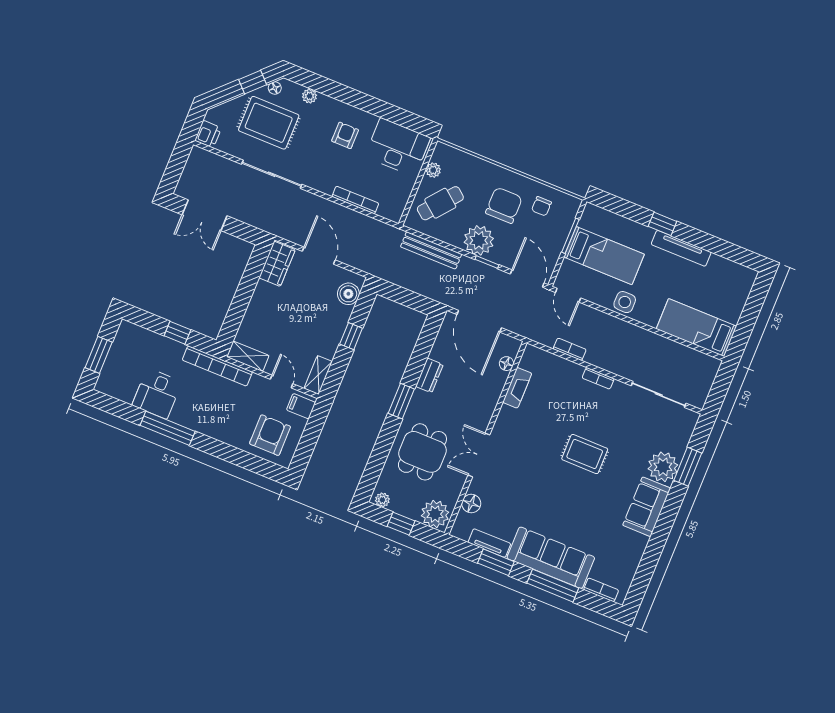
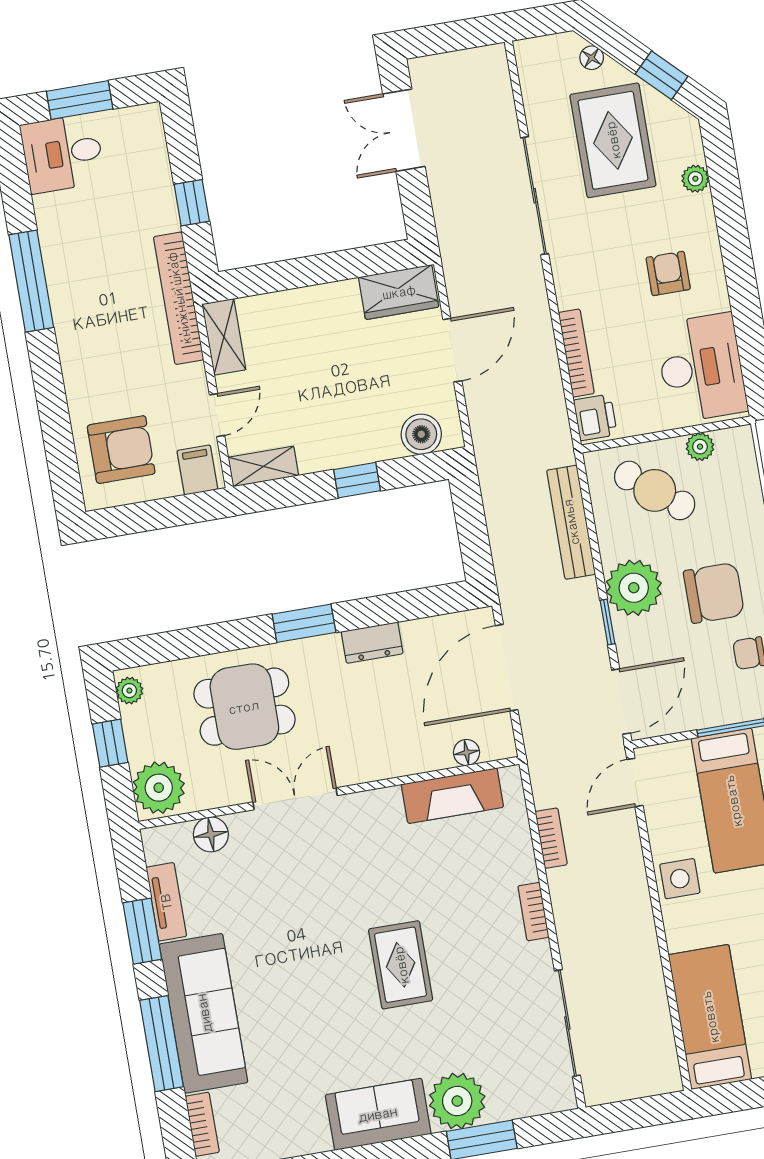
floor lamp: (275, 88) -> (592, 58), moved
printer: (208, 134) -> (595, 417), moved, turned -90
armchair: (345, 135) -> (668, 273), turned -90
fireplace: (517, 388) -> (452, 796), width x1.37, depth x1.32
desk: (157, 394) -> (63, 153), moved

